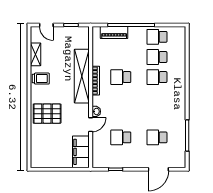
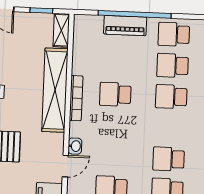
piano: (114, 33) -> (125, 26), moved
shelving: (84, 37) -> (61, 30), added
school desk: (157, 117) -> (169, 159), added

